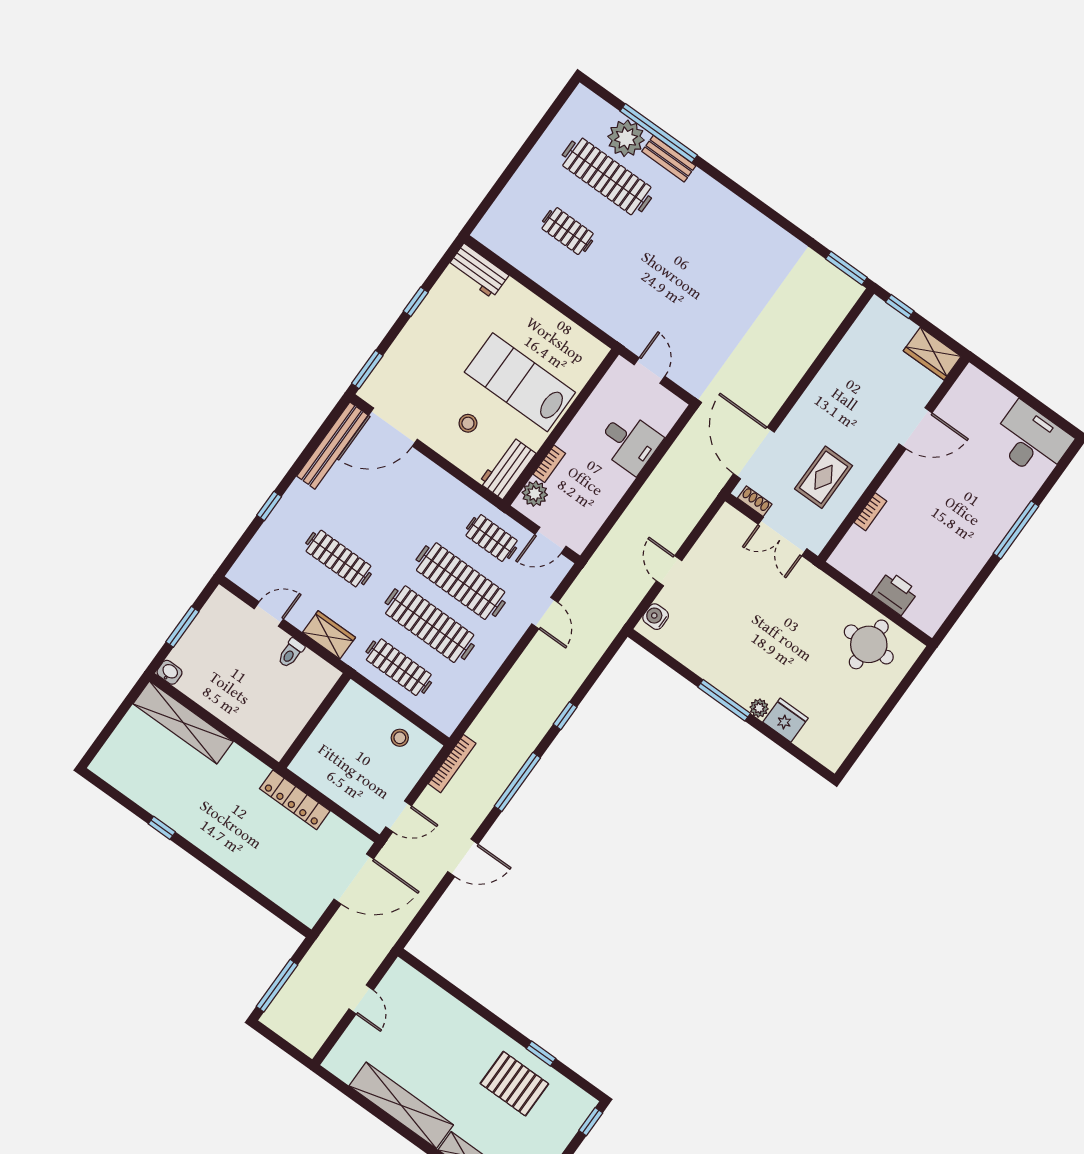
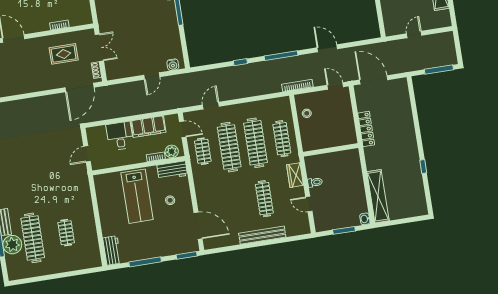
window: (416, 302) -> (145, 262), width x2.17
bench: (332, 446) -> (262, 235), moved
filing cabinet: (602, 496) -> (148, 127), added
window: (269, 506) -> (270, 242), removed

